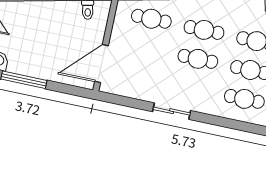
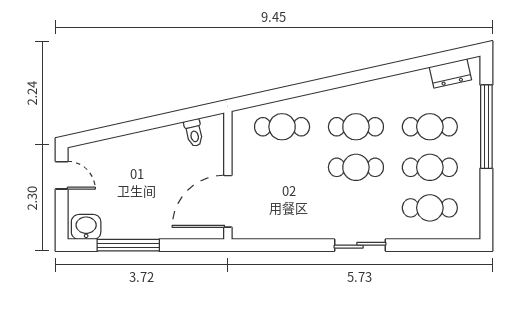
sliding door: (172, 111) -> (360, 245), moved

